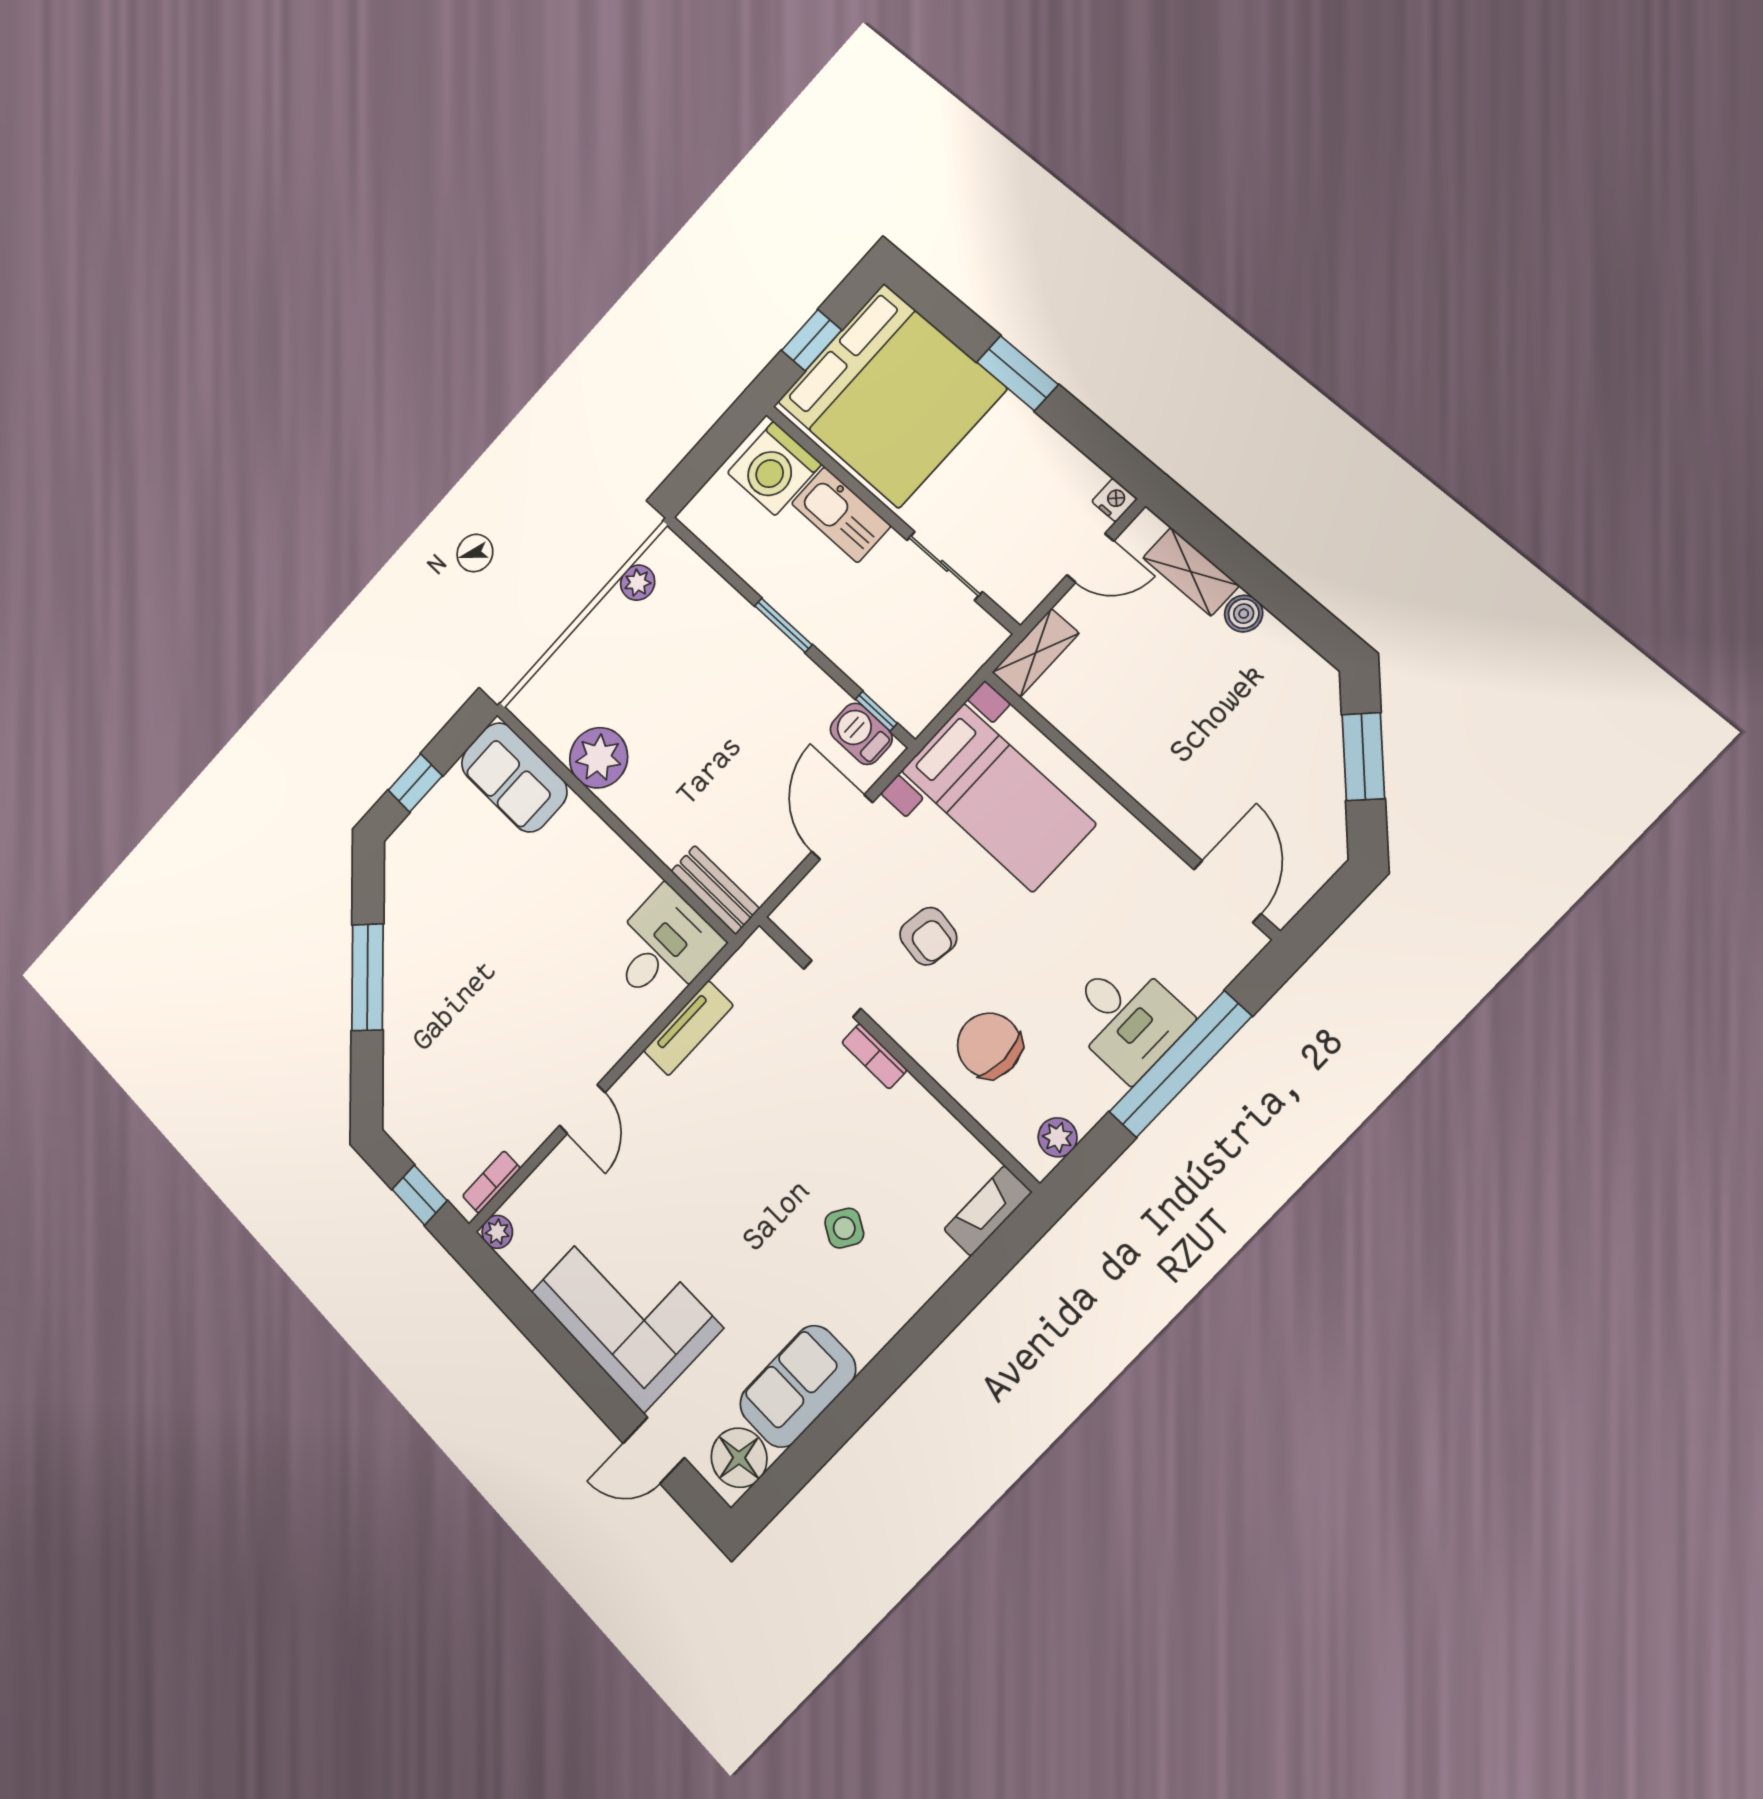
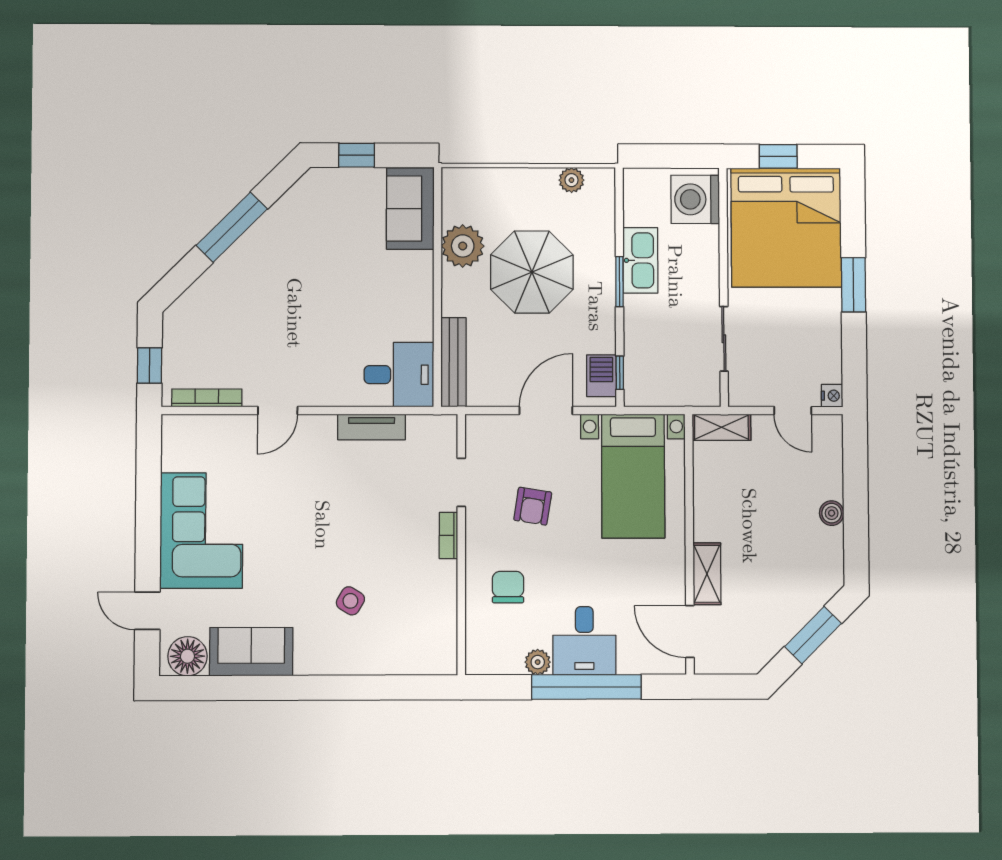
kitchen sink: (841, 515) -> (640, 260), moved, turned 180
shelving: (1191, 572) -> (707, 574), moved
parasol: (690, 710) -> (532, 272), added
bench: (715, 890) -> (454, 362), width x1.36
door: (1227, 892) -> (690, 632), swing flipped
chair: (989, 1045) -> (508, 587), width x0.73, depth x0.73
plant: (1058, 1137) -> (538, 662), moved
bookcase: (491, 1182) -> (207, 398), width x1.56
fireplace: (988, 1211) -> (428, 662), removed
plant: (497, 1232) -> (173, 425), removed

